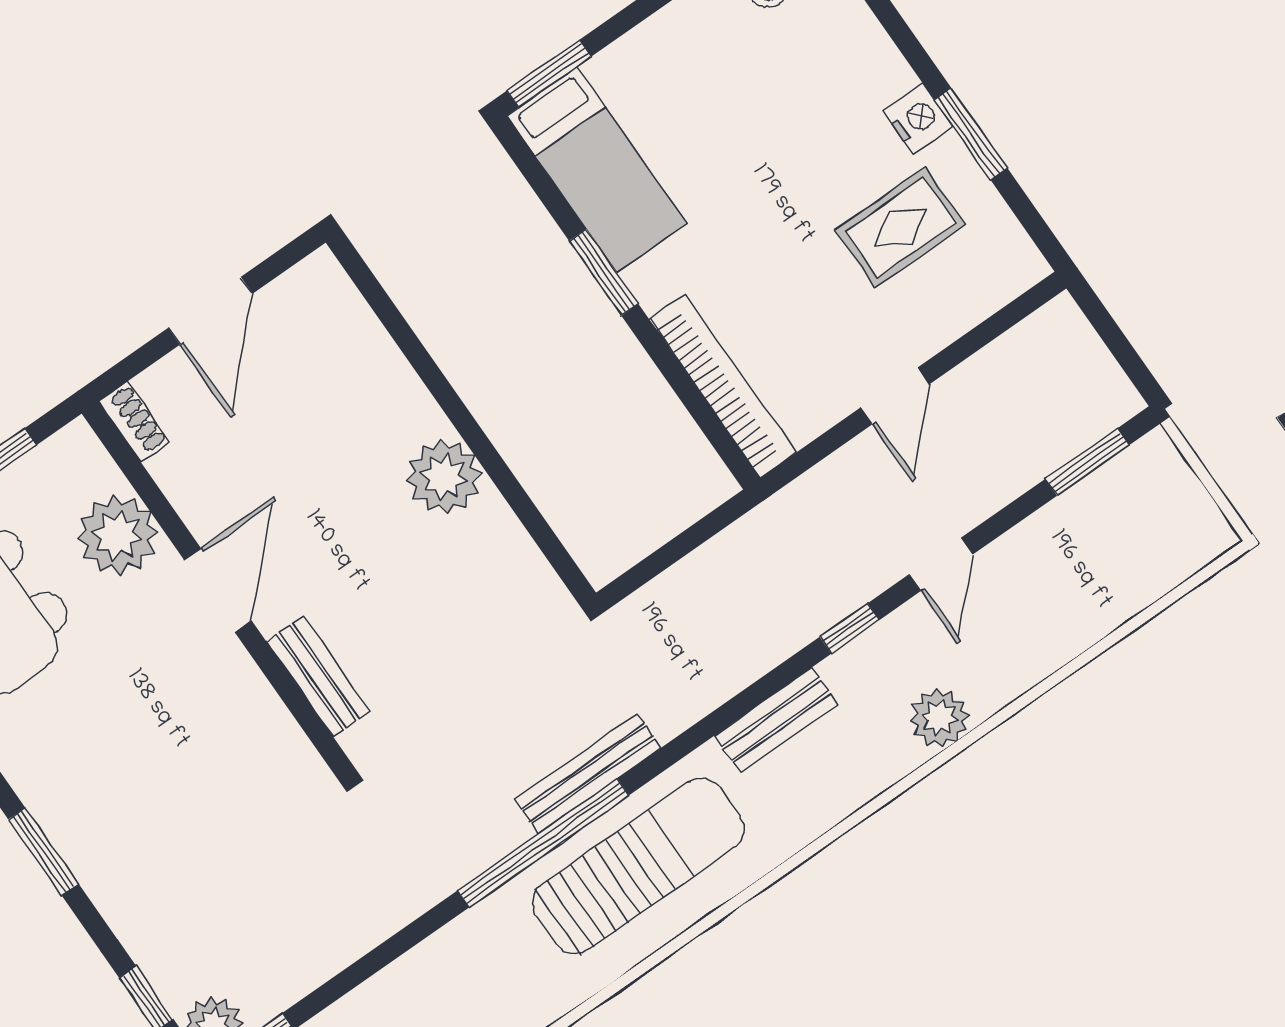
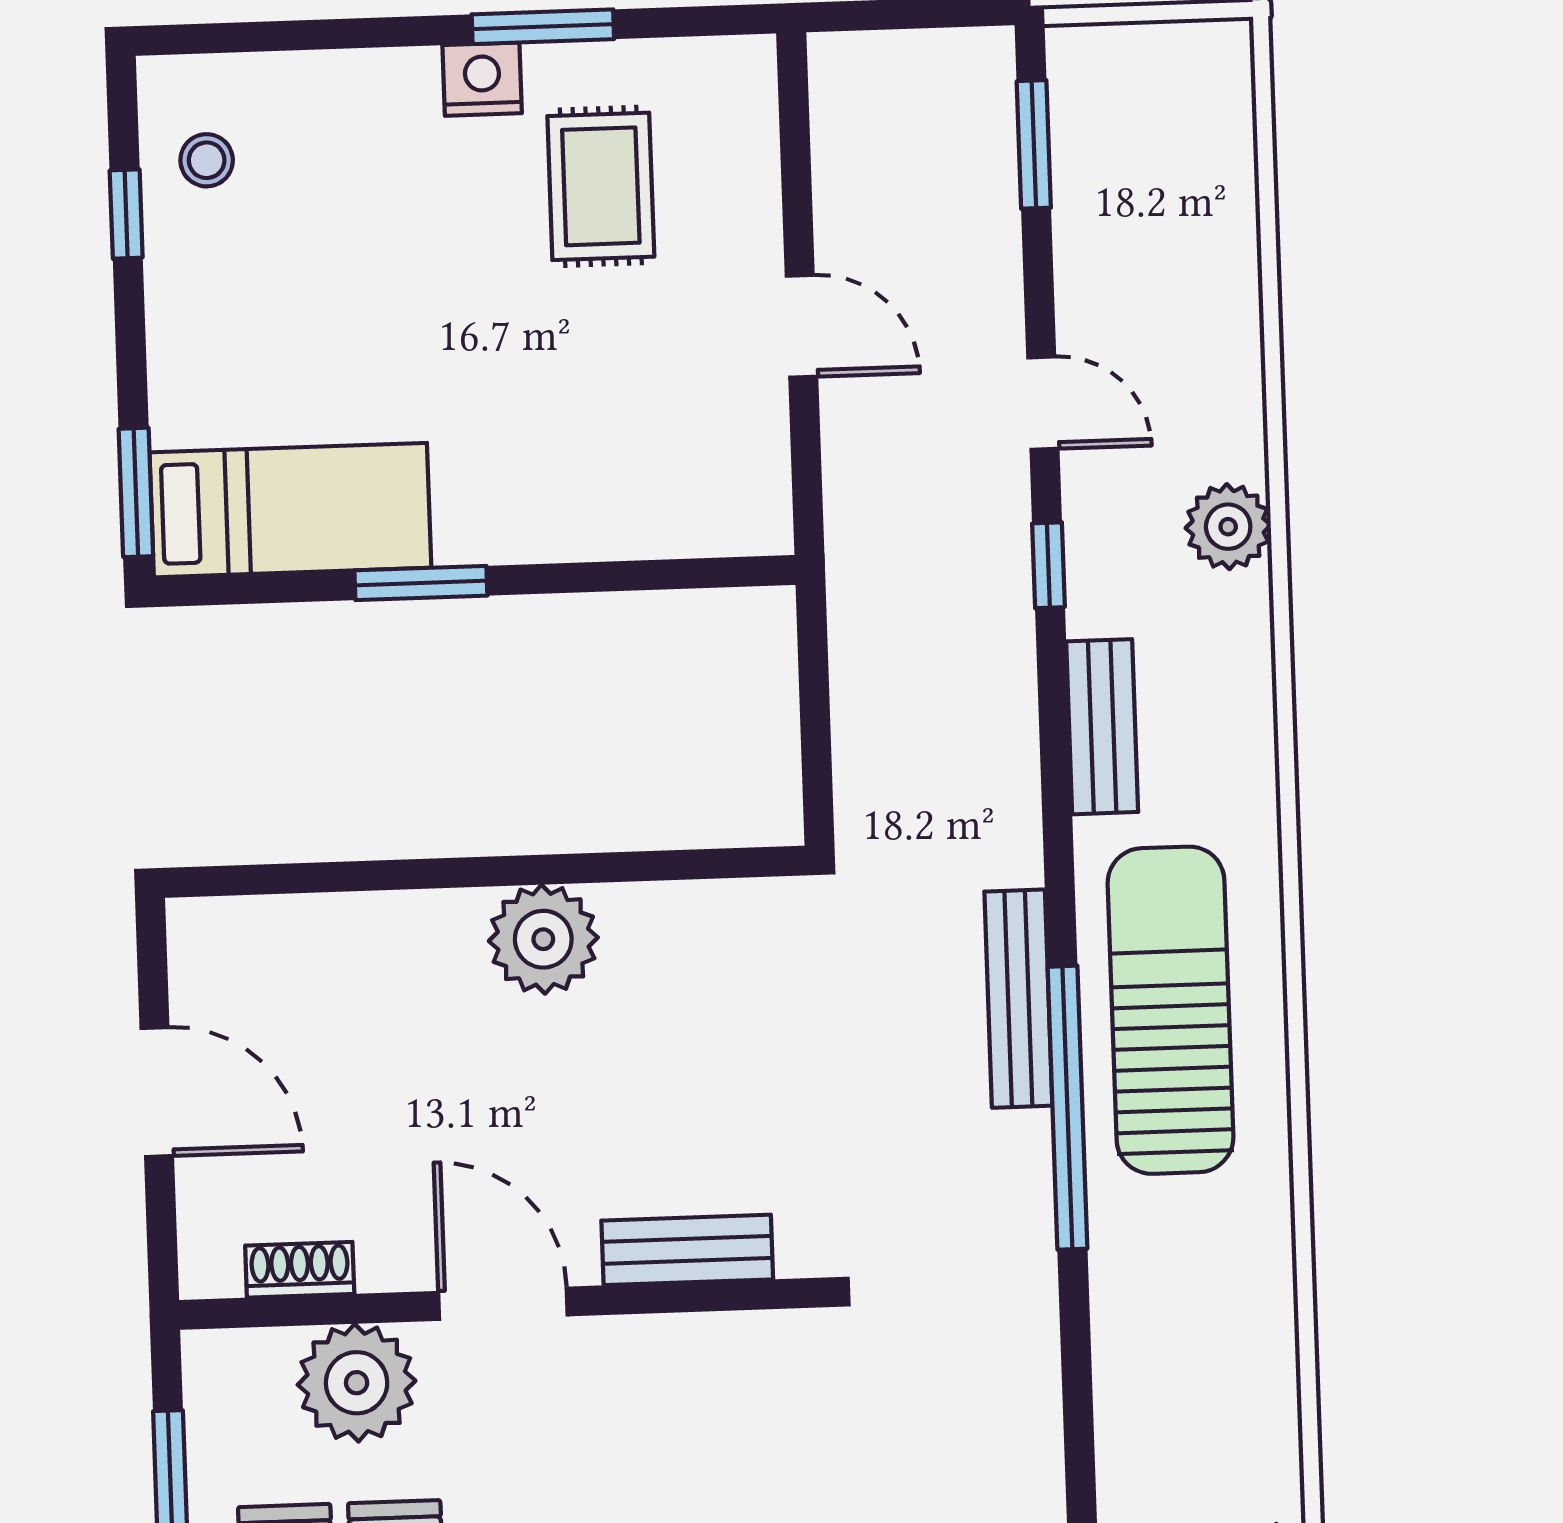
bookcase: (723, 386) -> (653, 528), removed
shoe rack: (134, 422) -> (300, 1270), moved

